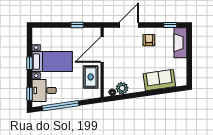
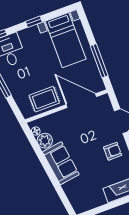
window: (77, 25) -> (99, 61), width x2.17
bed with nightstands: (52, 62) -> (66, 40), moved
sofa: (159, 80) -> (61, 163), moved

